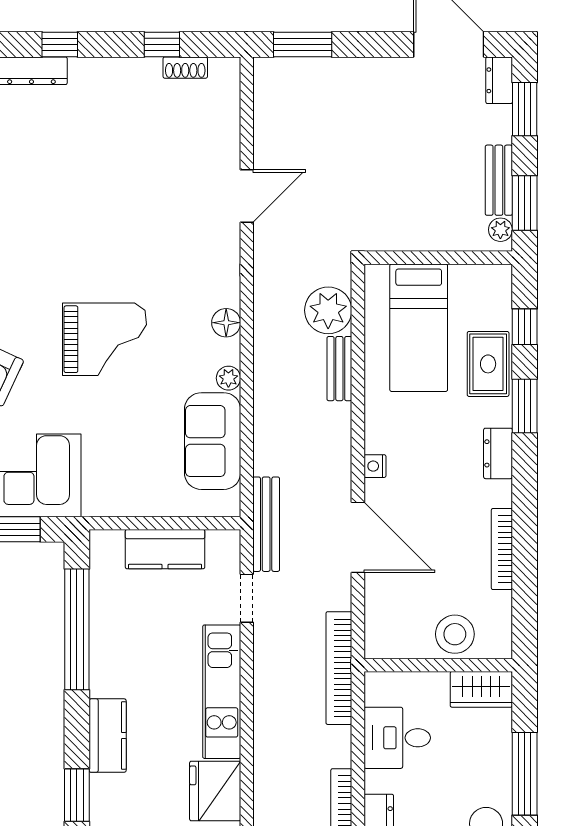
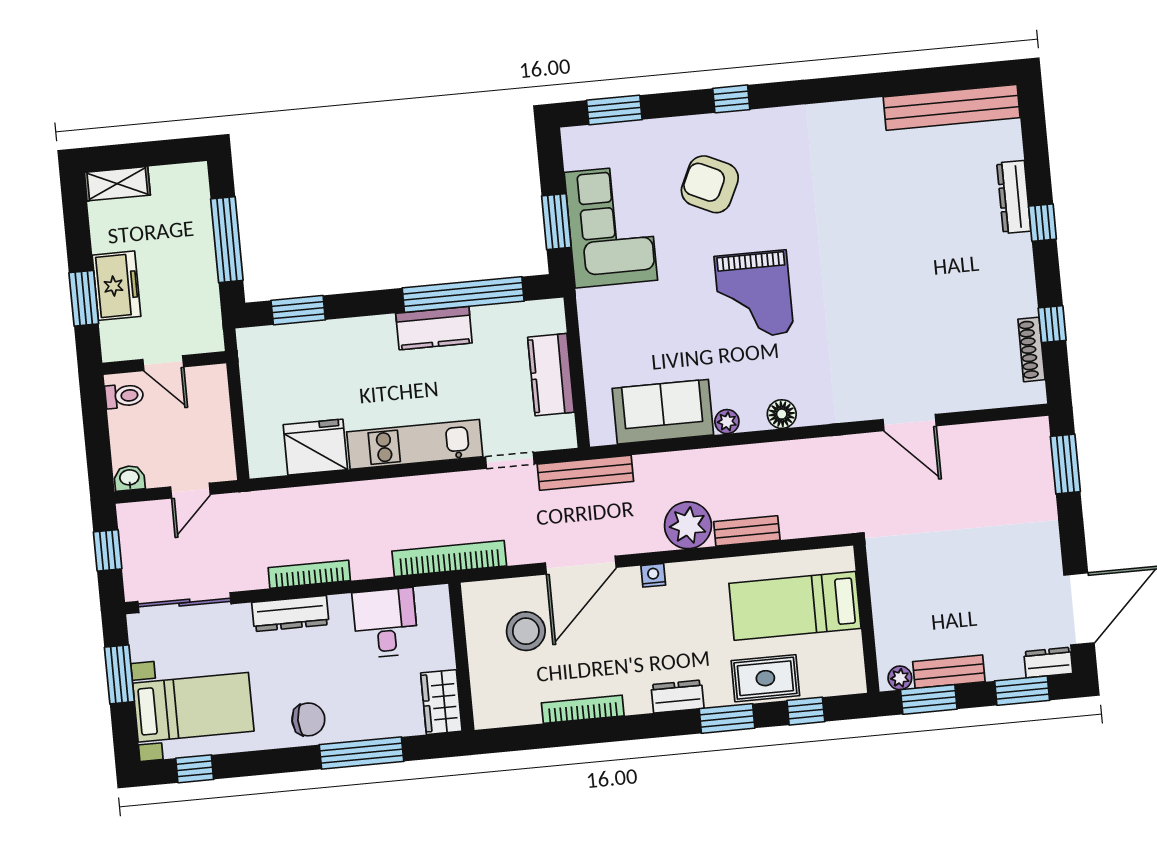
shoe rack: (185, 68) -> (1031, 349), width x1.43
plant: (328, 310) -> (688, 525), moved
stool: (455, 634) -> (526, 631), moved
kitchen counter: (108, 736) -> (434, 328), moved

